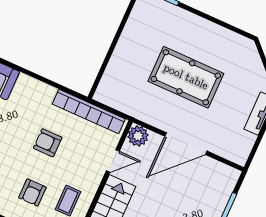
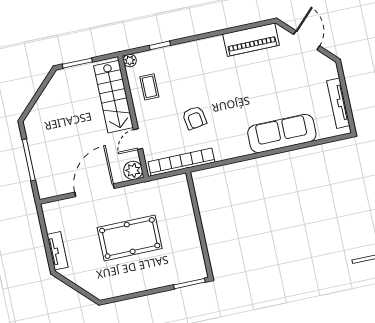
armchair: (48, 143) -> (194, 118), turned 81
armchair: (32, 192) -> (179, 74), removed

